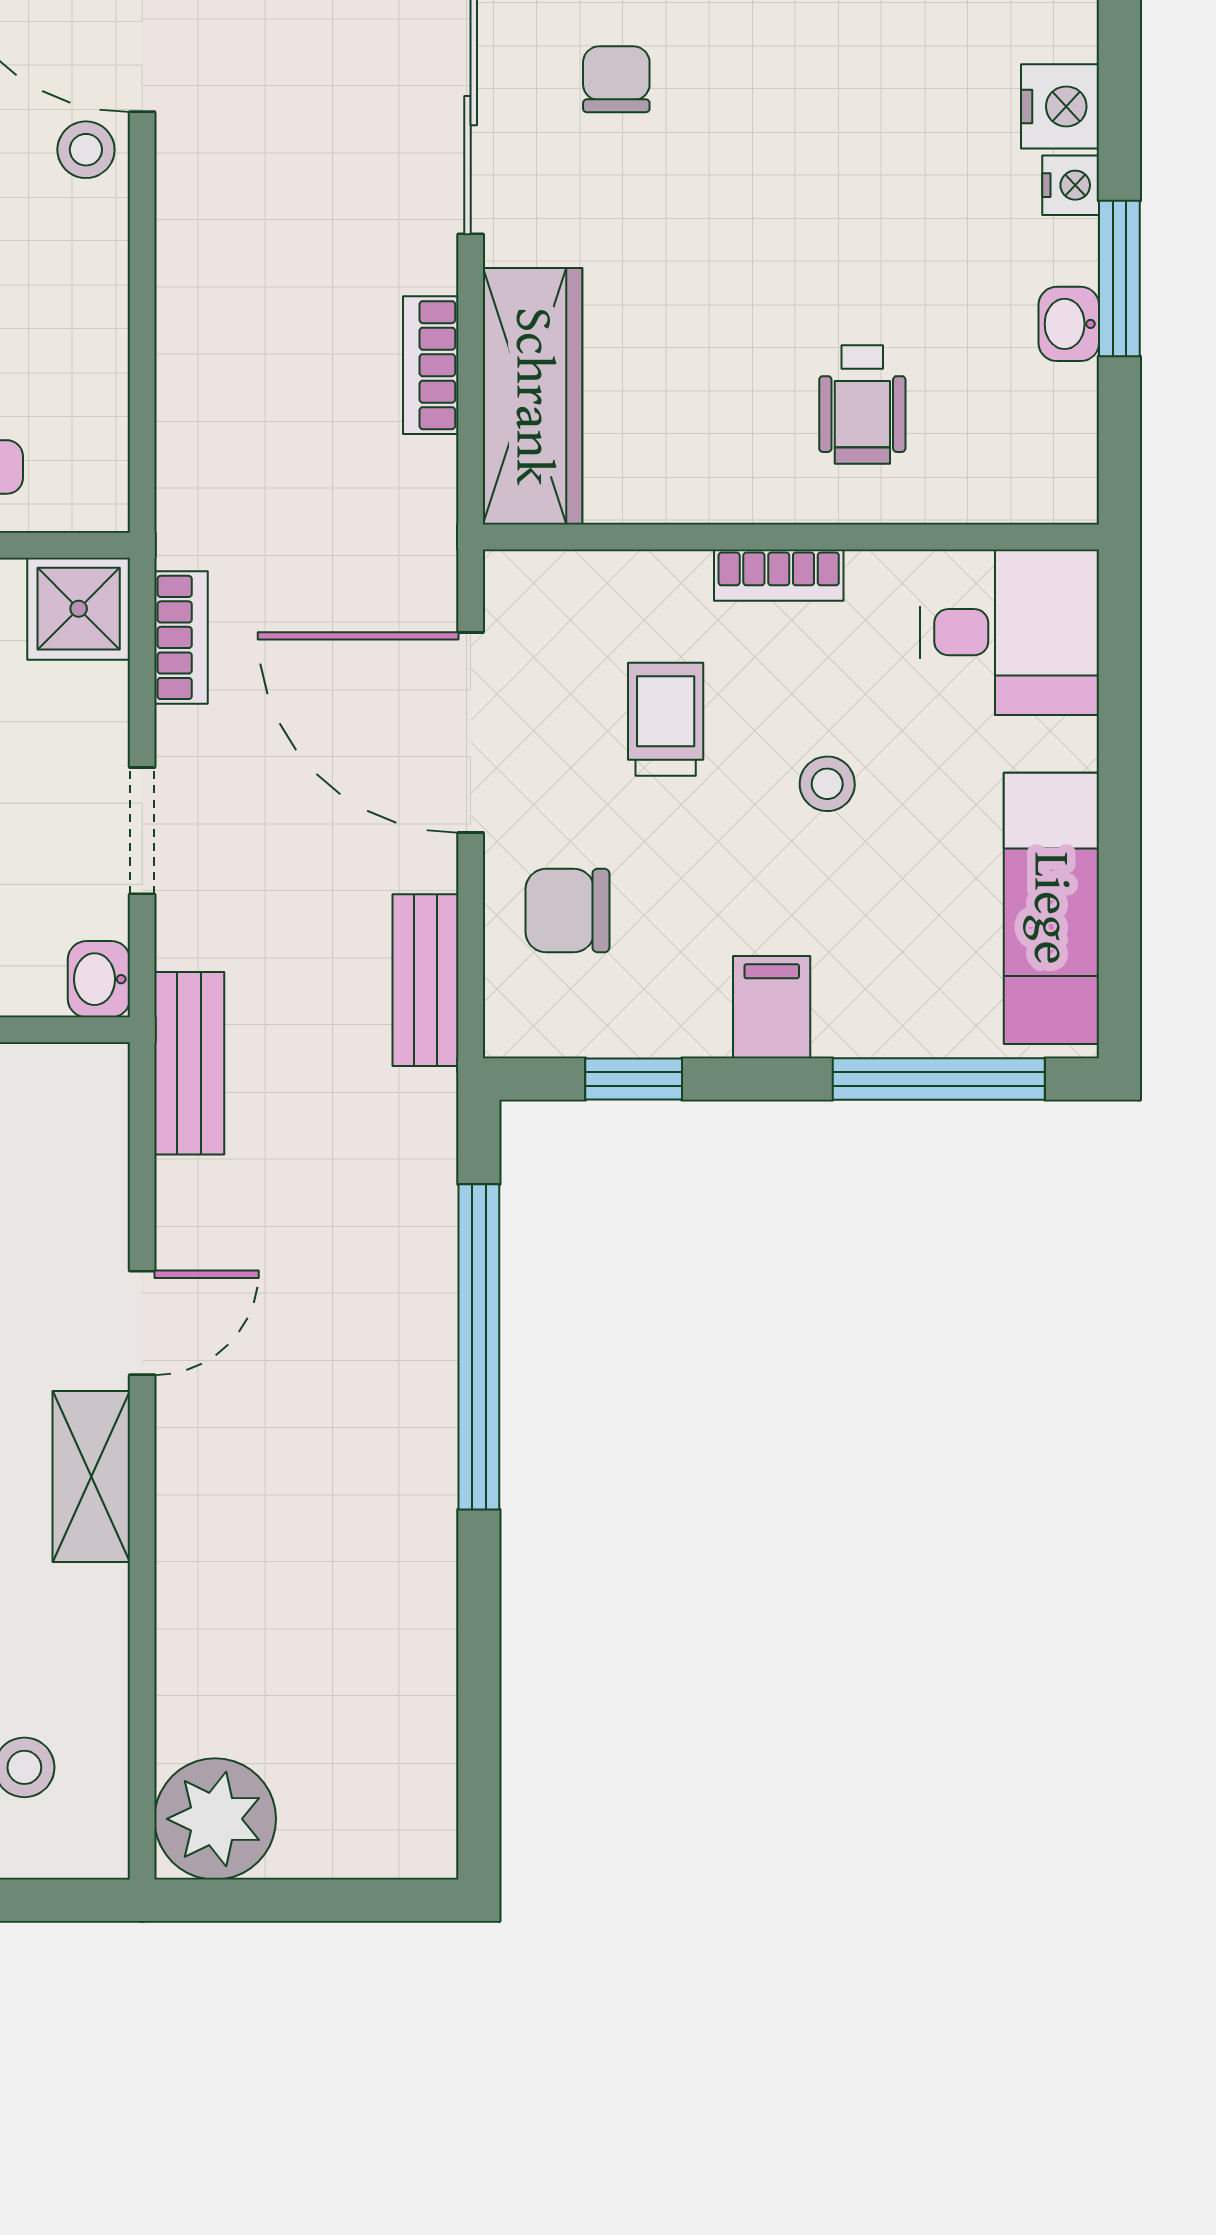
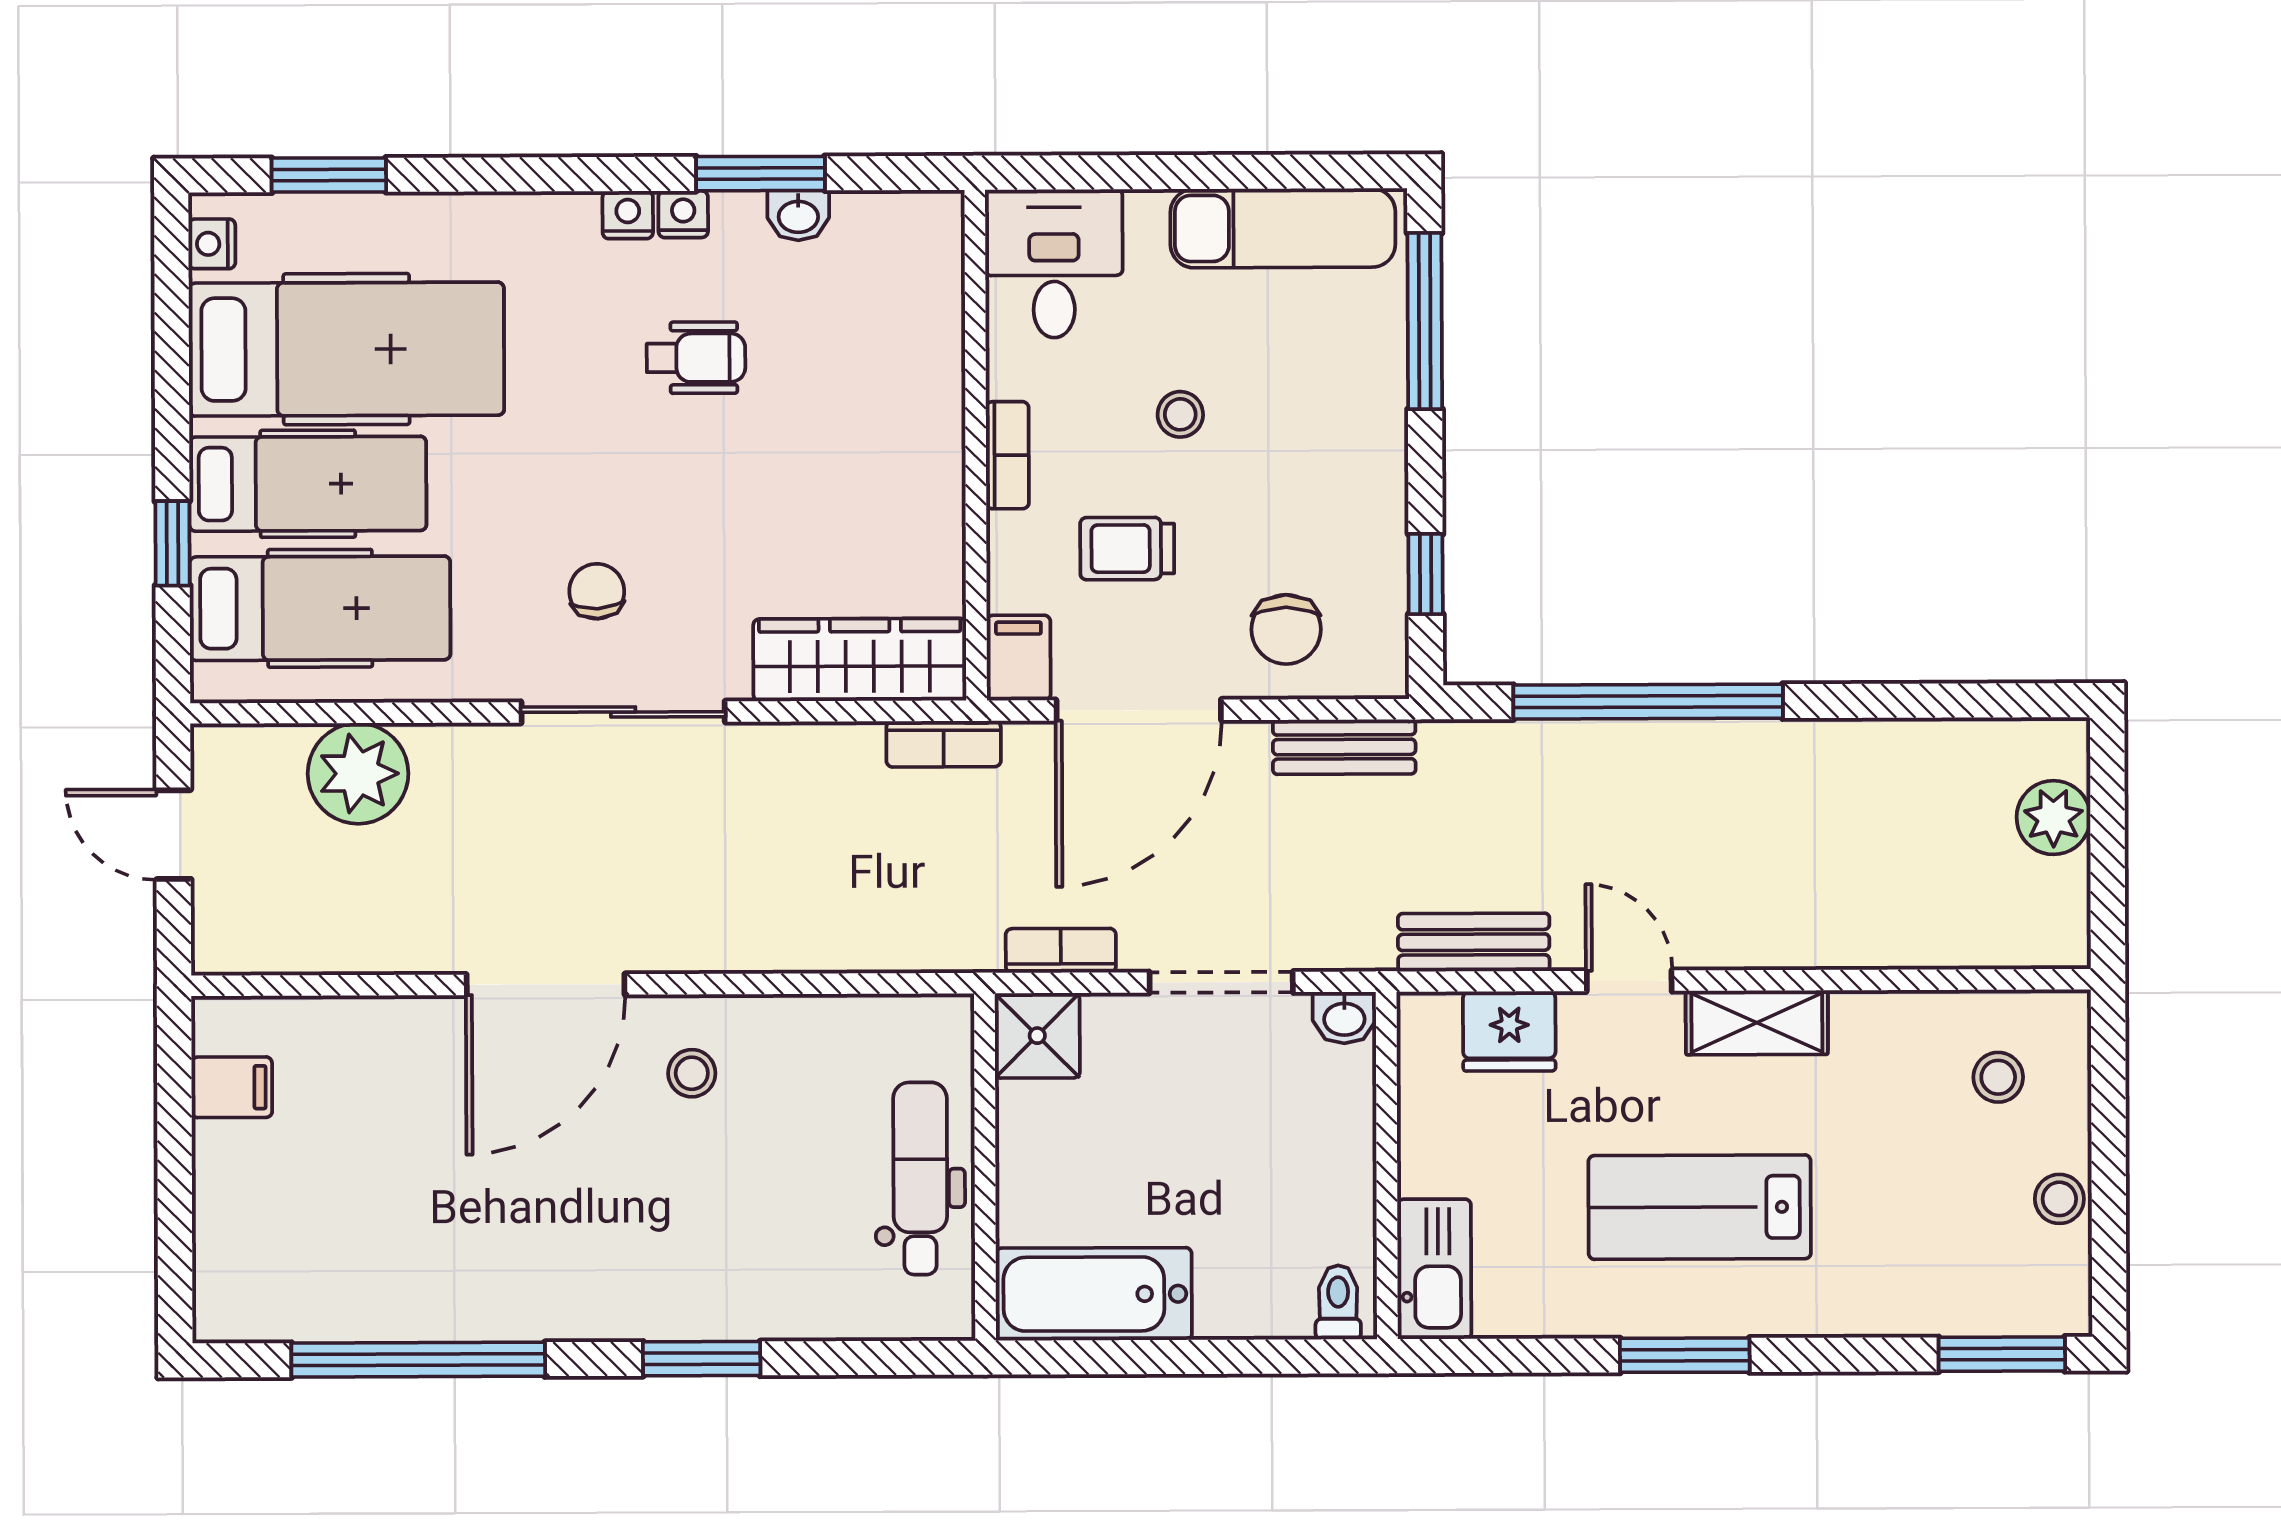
chair: (616, 79) -> (597, 591), turned 87
nightstand: (1060, 106) -> (628, 215), width x0.72, depth x0.74
stool: (86, 150) -> (692, 1073), moved
bookcase: (431, 365) -> (944, 744), moved
wheelchair: (862, 405) -> (696, 358), moved
doorway: (142, 831) -> (1221, 982), width x1.38
filing cabinet: (772, 1007) -> (1019, 658), moved, turned 90
bench: (189, 1063) -> (1474, 942), moved
fridge: (82, 1178) -> (1509, 1031), added
plant: (215, 1819) -> (2053, 818), moved, width x0.73, depth x0.73

